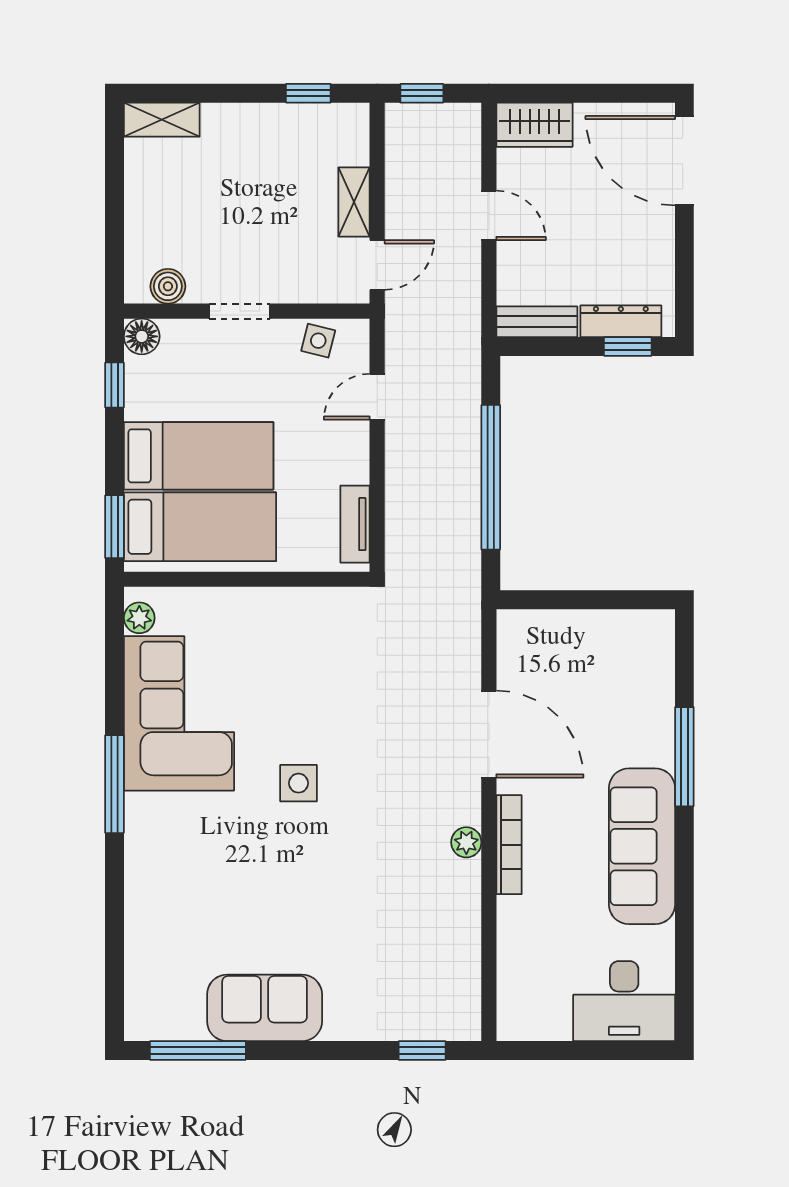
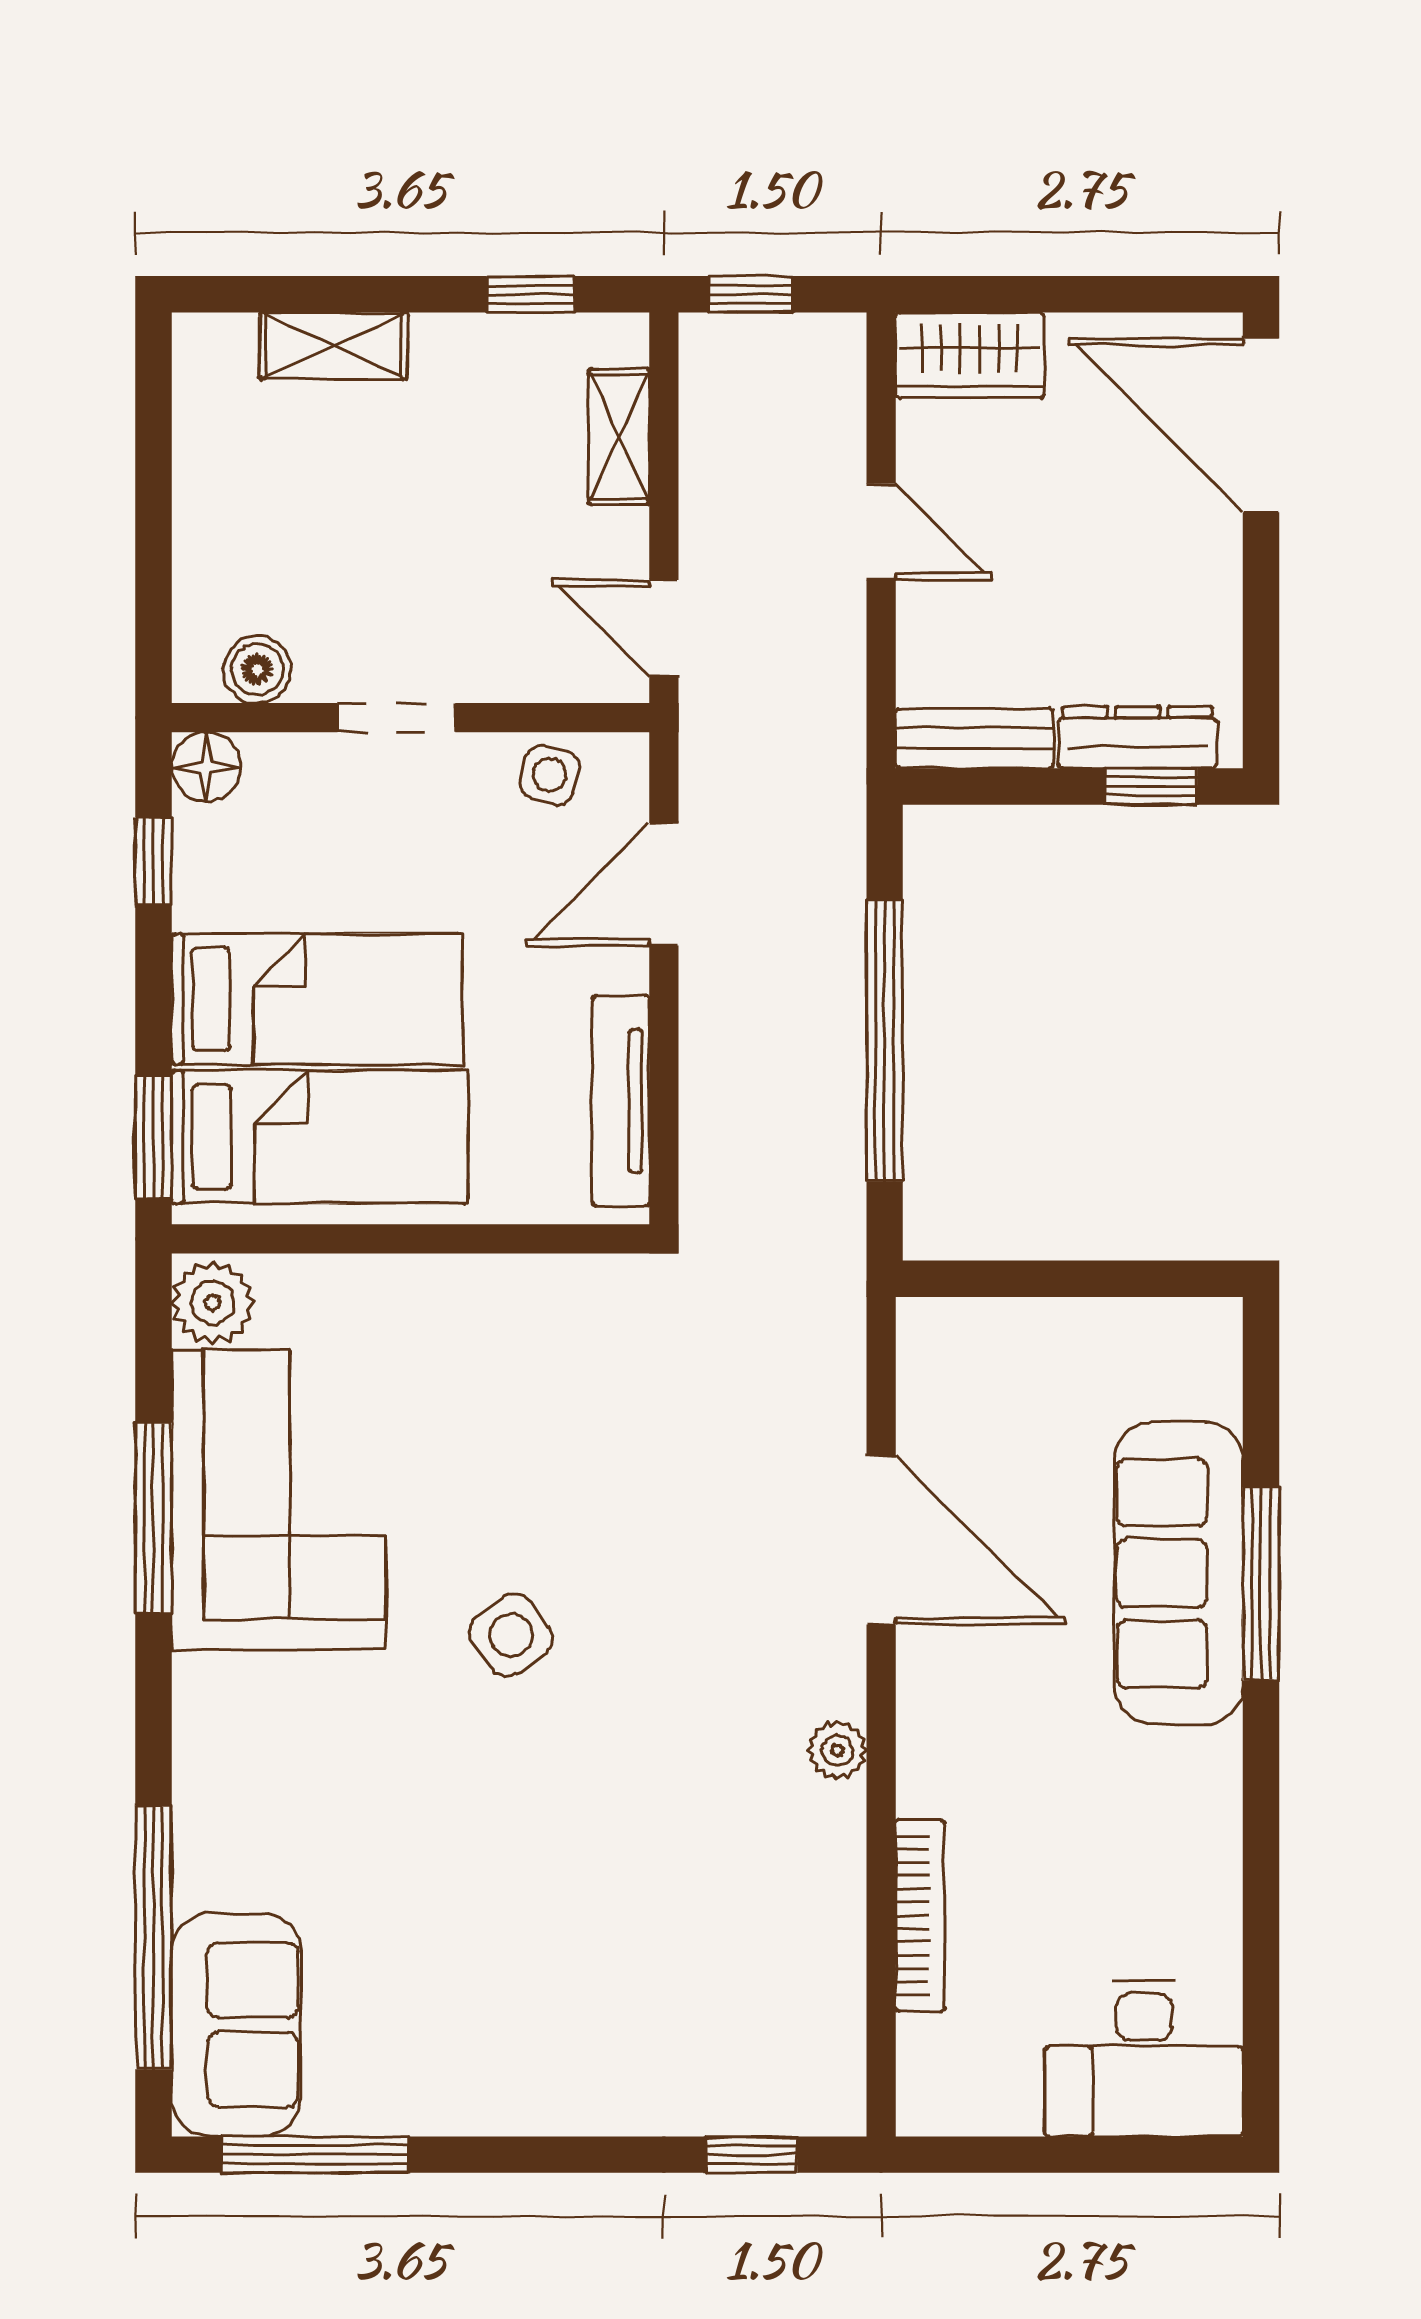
shelving: (162, 120) -> (333, 346), moved
shelving: (354, 202) -> (619, 437), moved
door: (377, 265) -> (664, 628), swing flipped
door: (377, 397) -> (664, 884), width x1.38
tv unit: (355, 524) -> (621, 1101), width x1.41
plant: (139, 618) -> (213, 1303), width x1.38, depth x1.38
side table: (298, 783) -> (511, 1635), turned -36
window: (115, 784) -> (154, 1518), moved
bookcase: (509, 845) -> (920, 1915), moved
sofa: (642, 846) -> (1179, 1573), moved
window: (115, 939) -> (154, 1937), added
sofa: (265, 1008) -> (236, 2025), moved, turned 90

